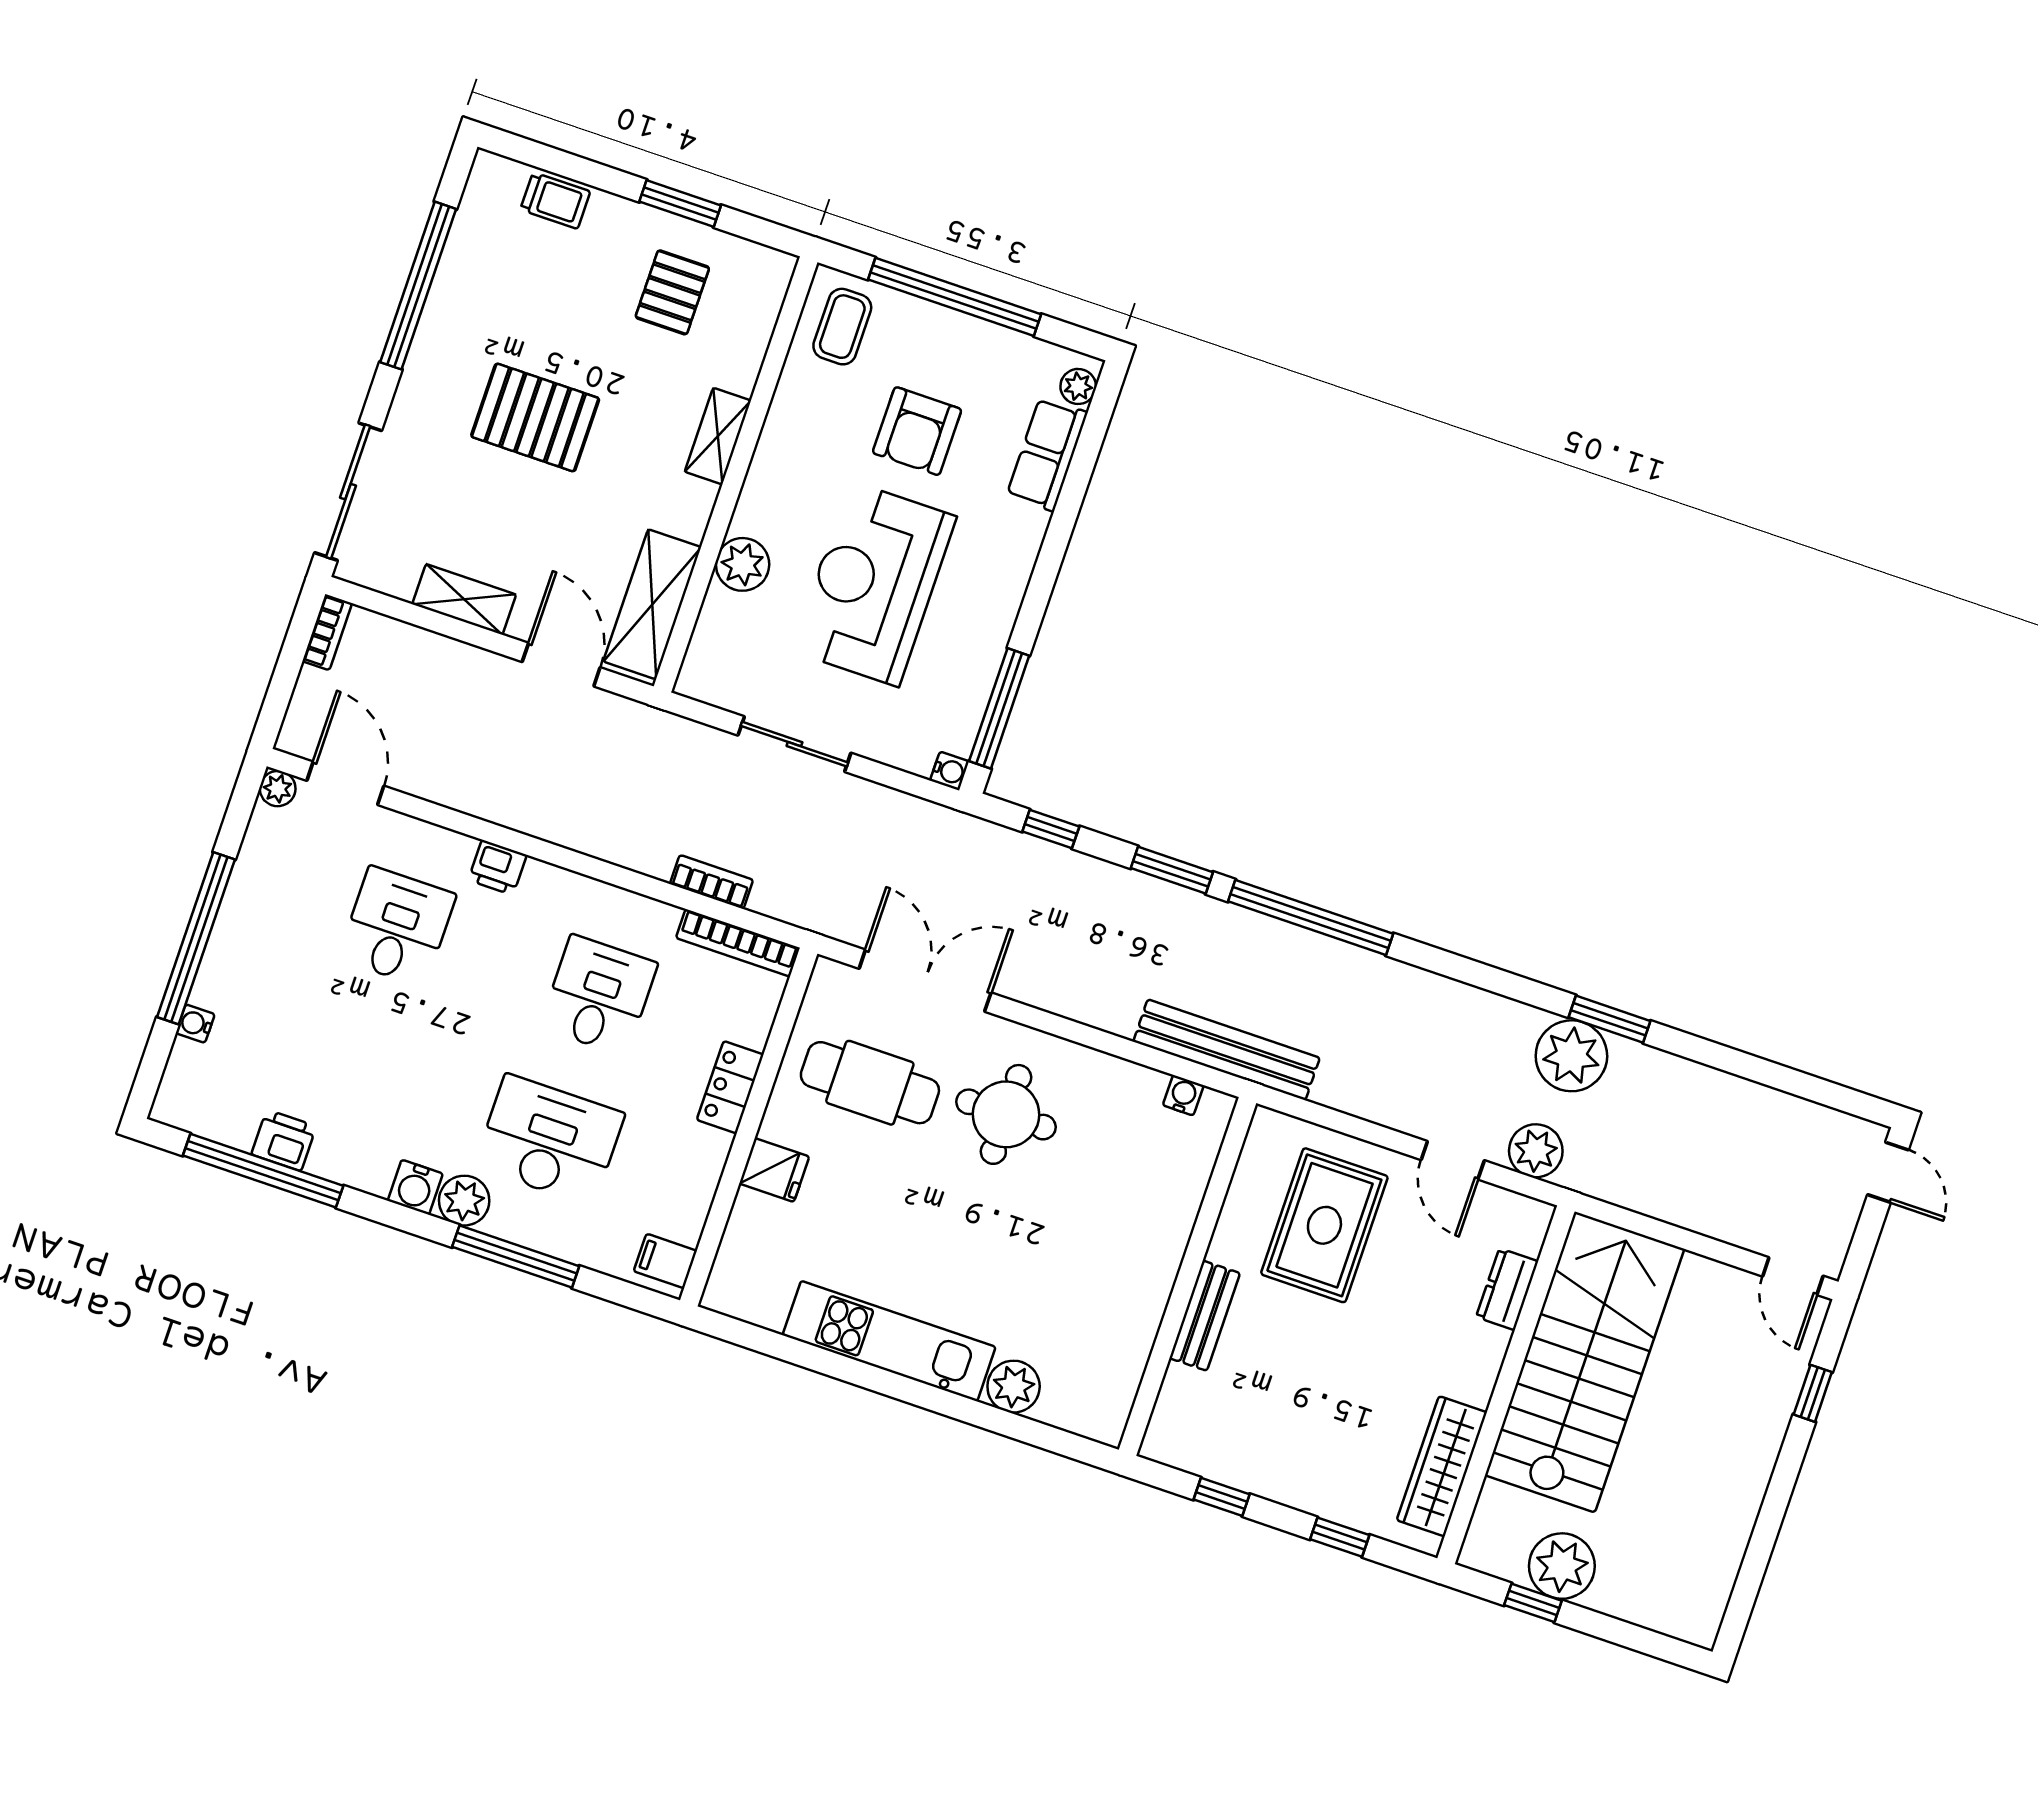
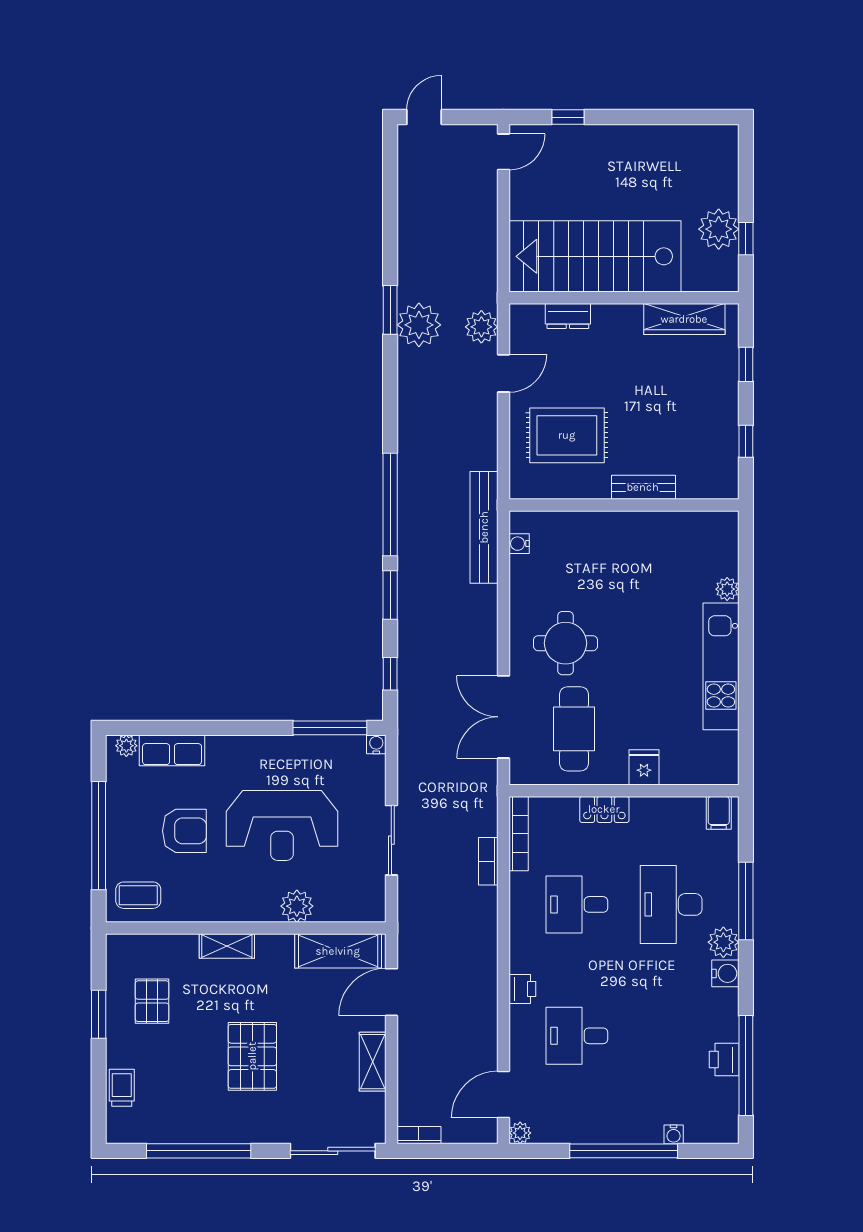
pallet: (672, 292) -> (152, 1001), turned 90
plant: (1014, 1387) -> (727, 589), width x0.73, depth x0.73

